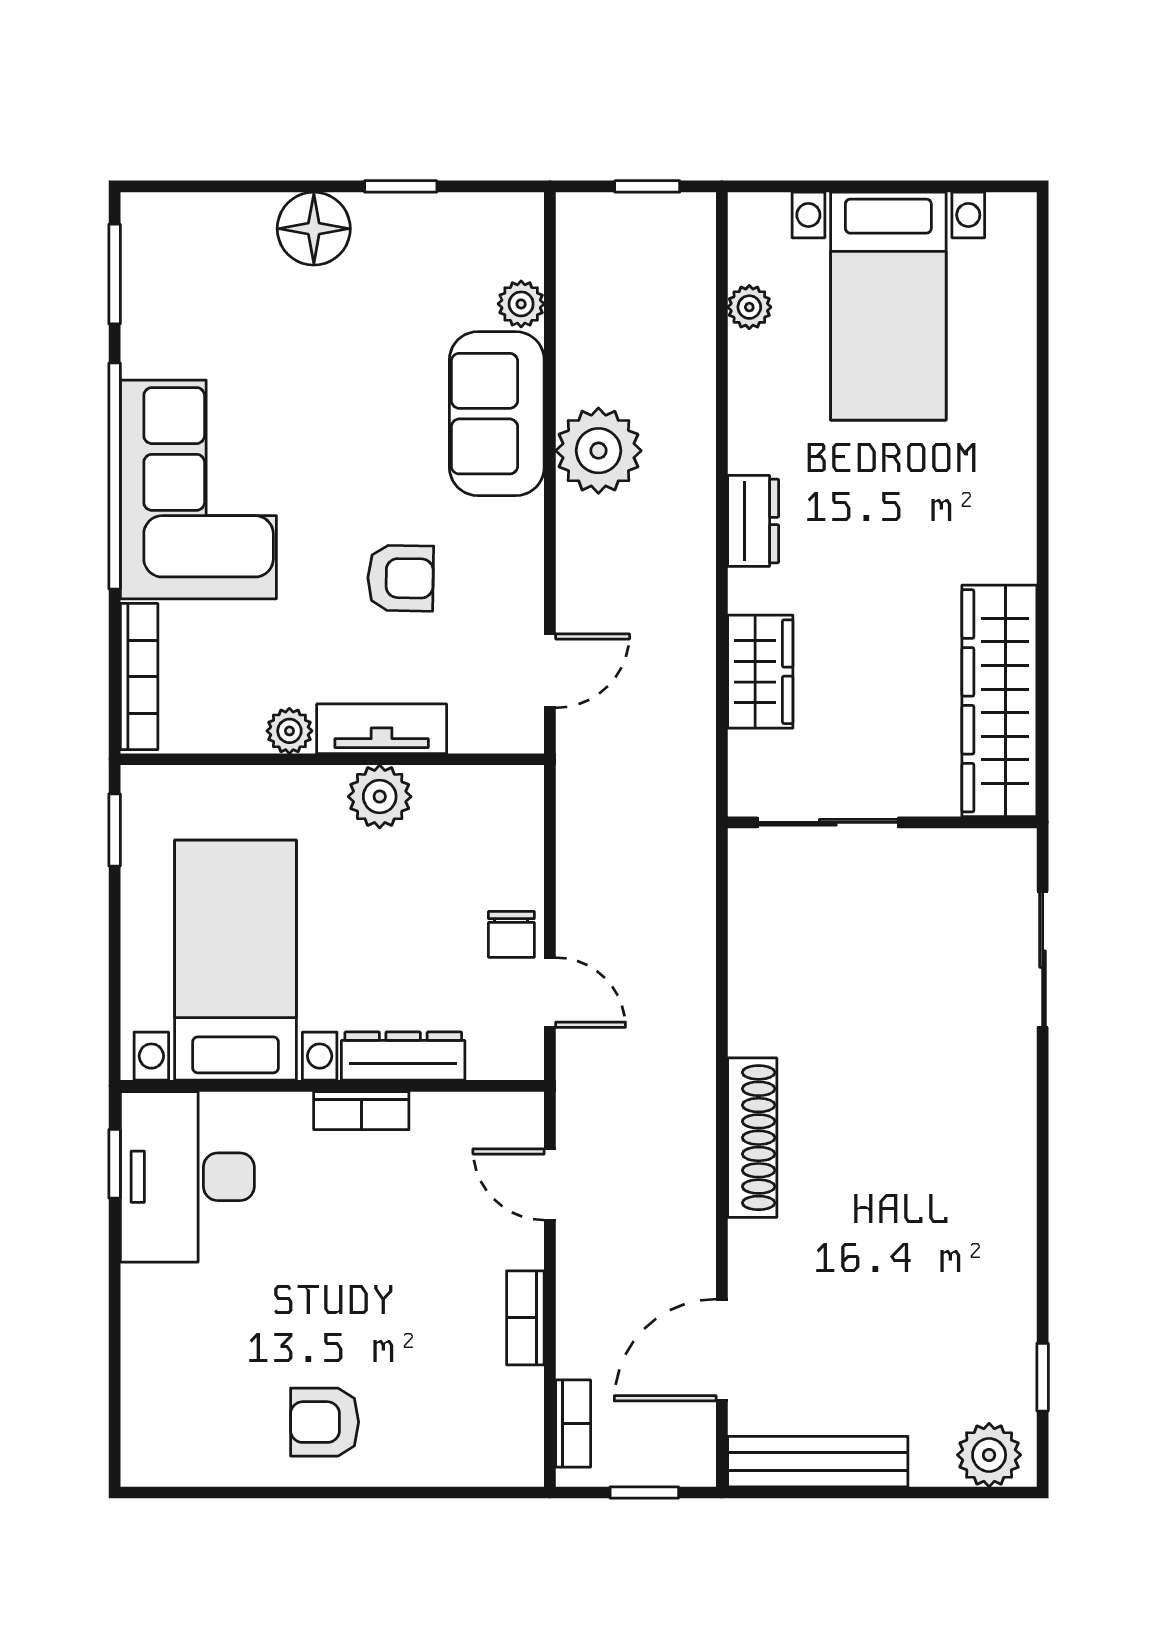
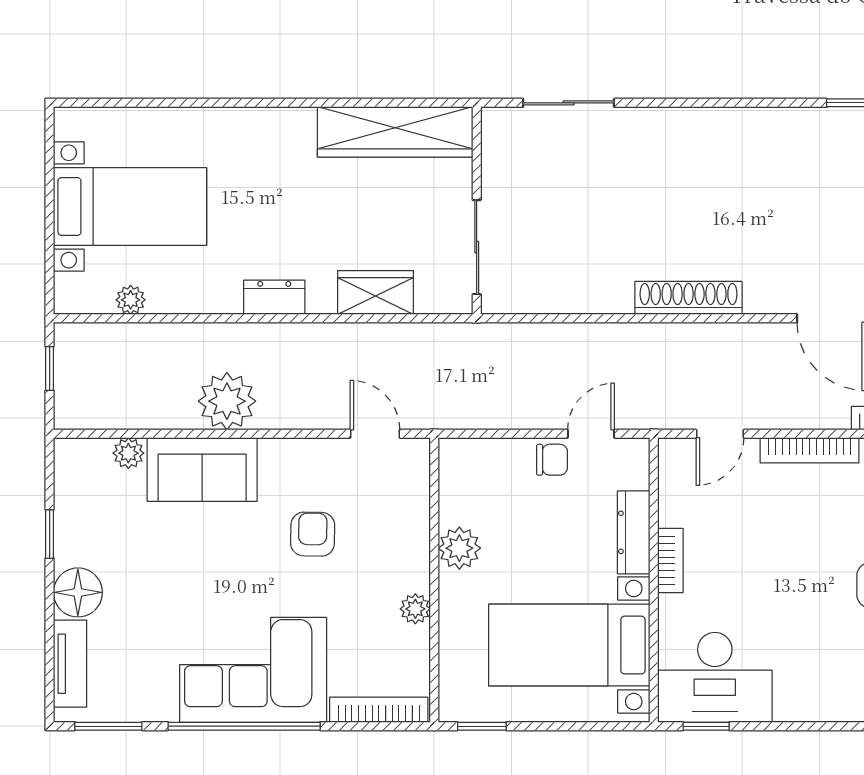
tv unit: (382, 729) -> (70, 664), moved, turned 180
bookcase: (525, 1318) -> (810, 450), width x1.56

